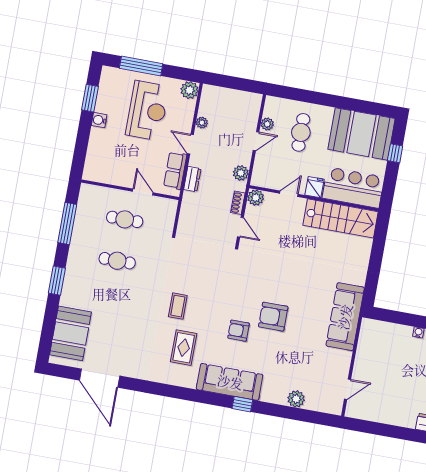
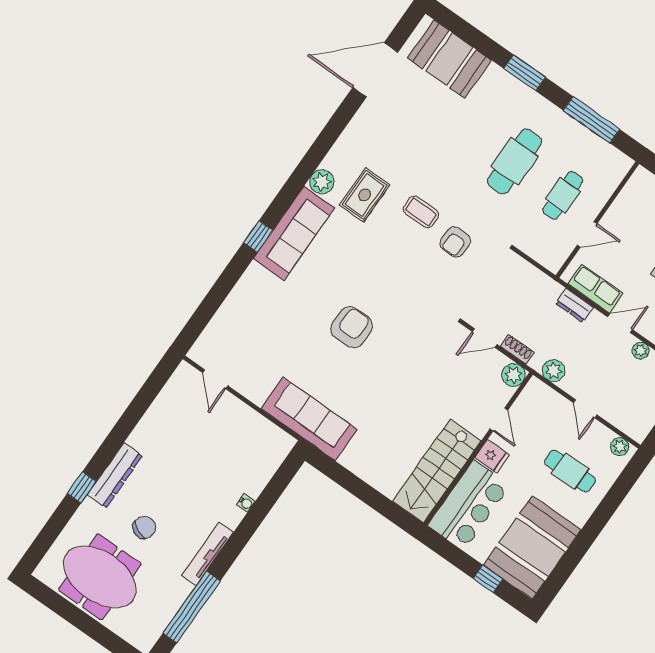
plant: (267, 124) -> (620, 447), moved
cafe table: (117, 261) -> (515, 161), width x1.37, depth x1.35
armchair: (239, 331) -> (455, 242), moved, turned 180
rug: (184, 348) -> (365, 195), turned 90
plant: (296, 399) -> (322, 182), moved

